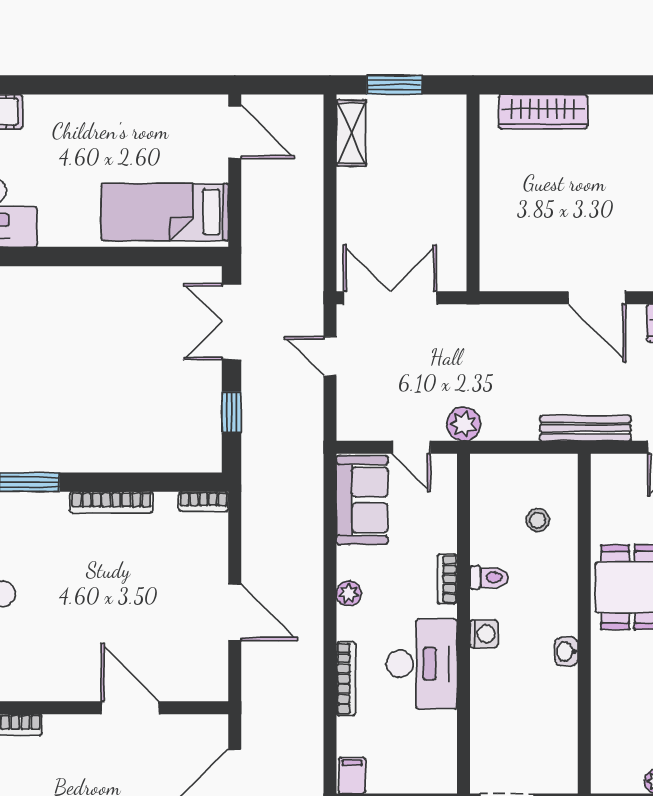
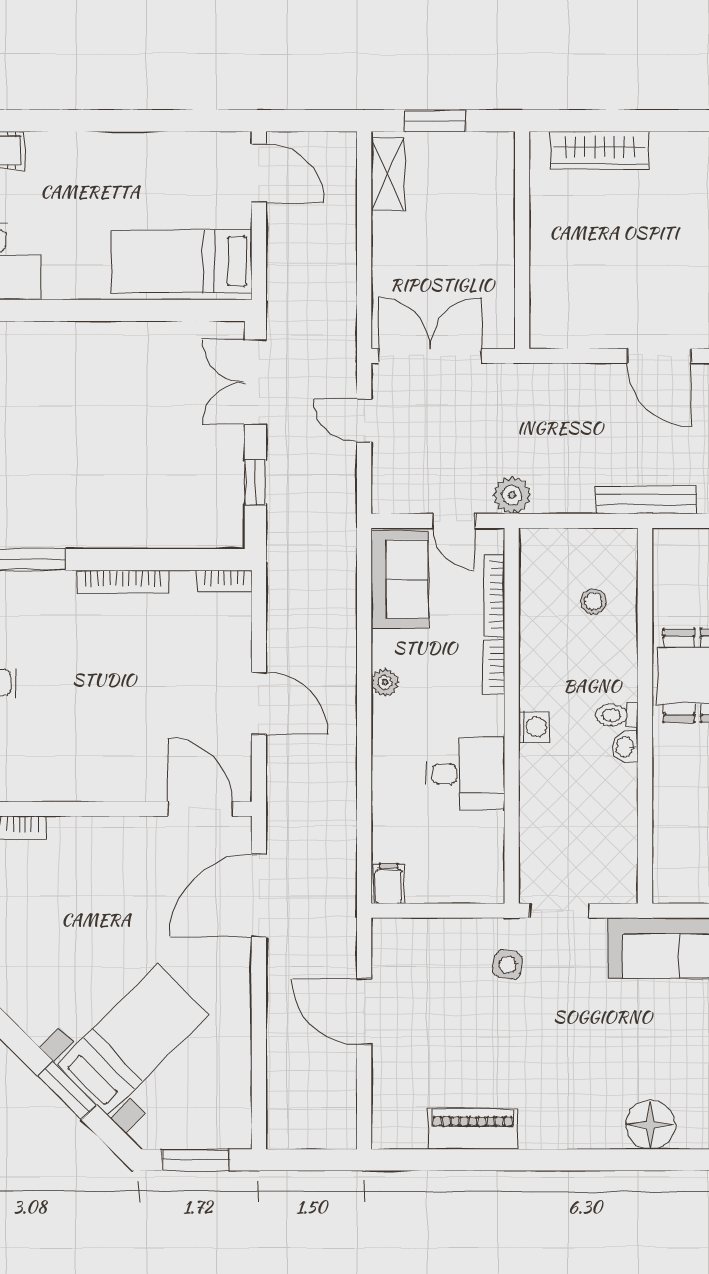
toilet: (489, 577) -> (617, 715), moved, turned 180
desk: (422, 664) -> (465, 774), width x0.73
bookcase: (346, 679) -> (494, 595), moved, turned 180
door: (130, 708) -> (200, 809), moved

